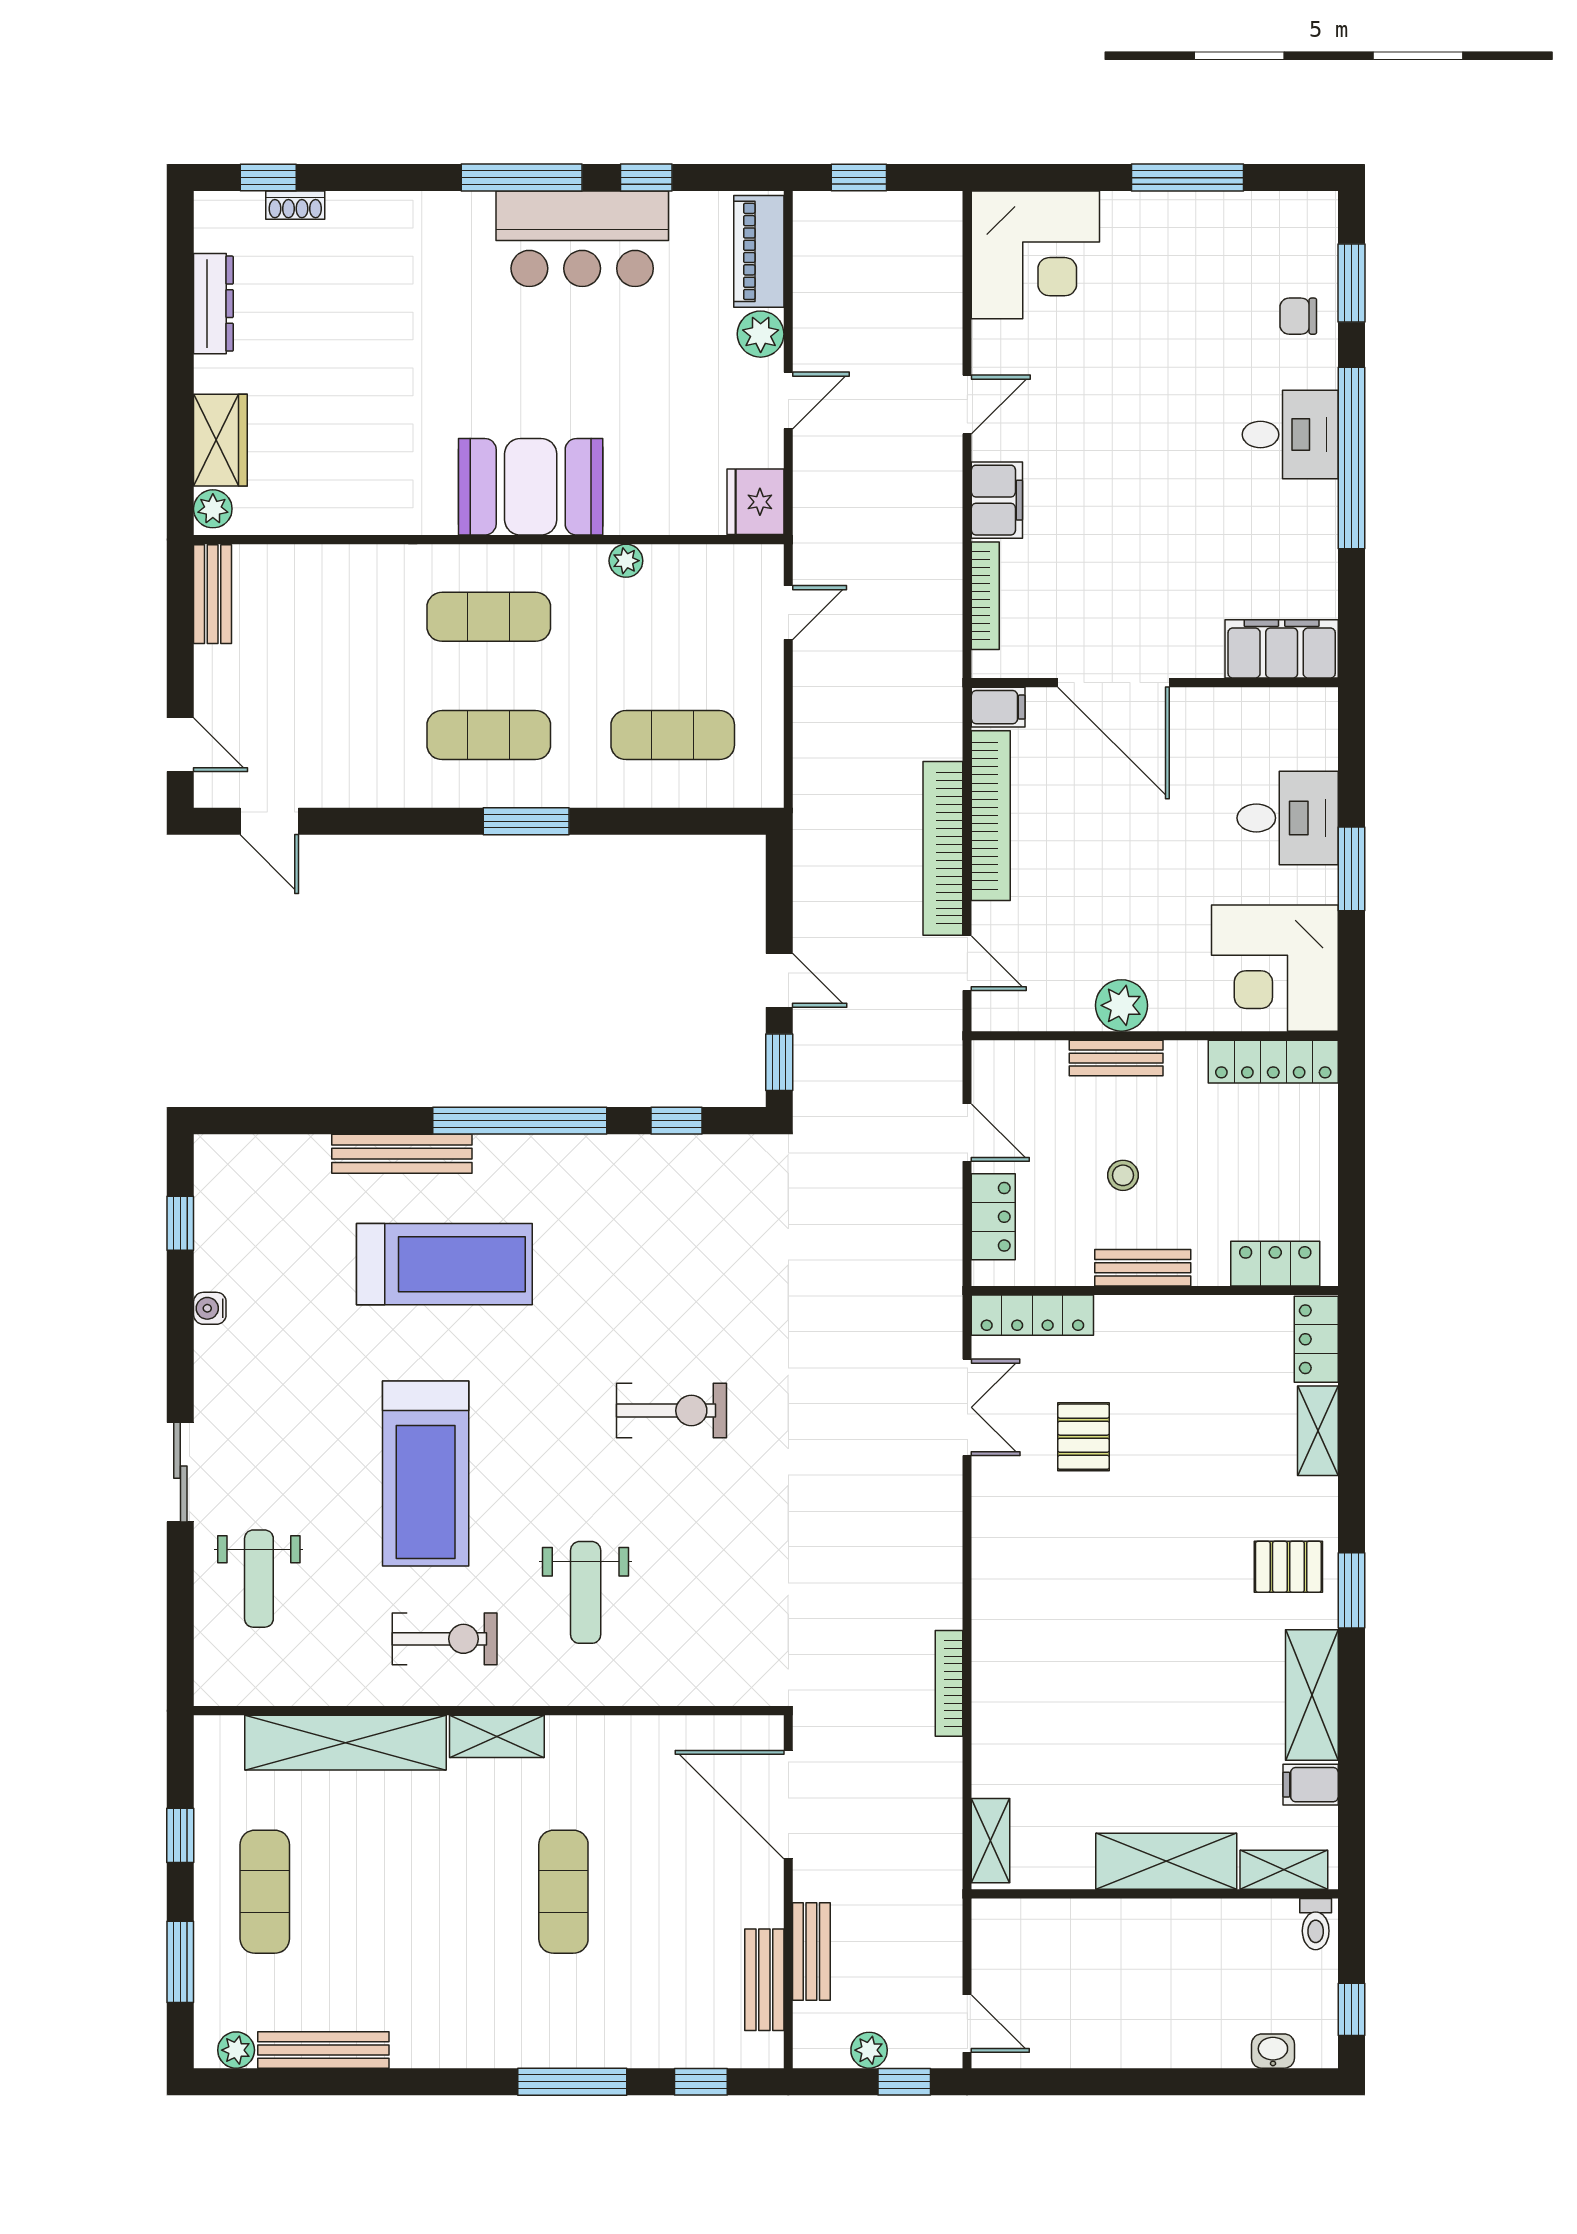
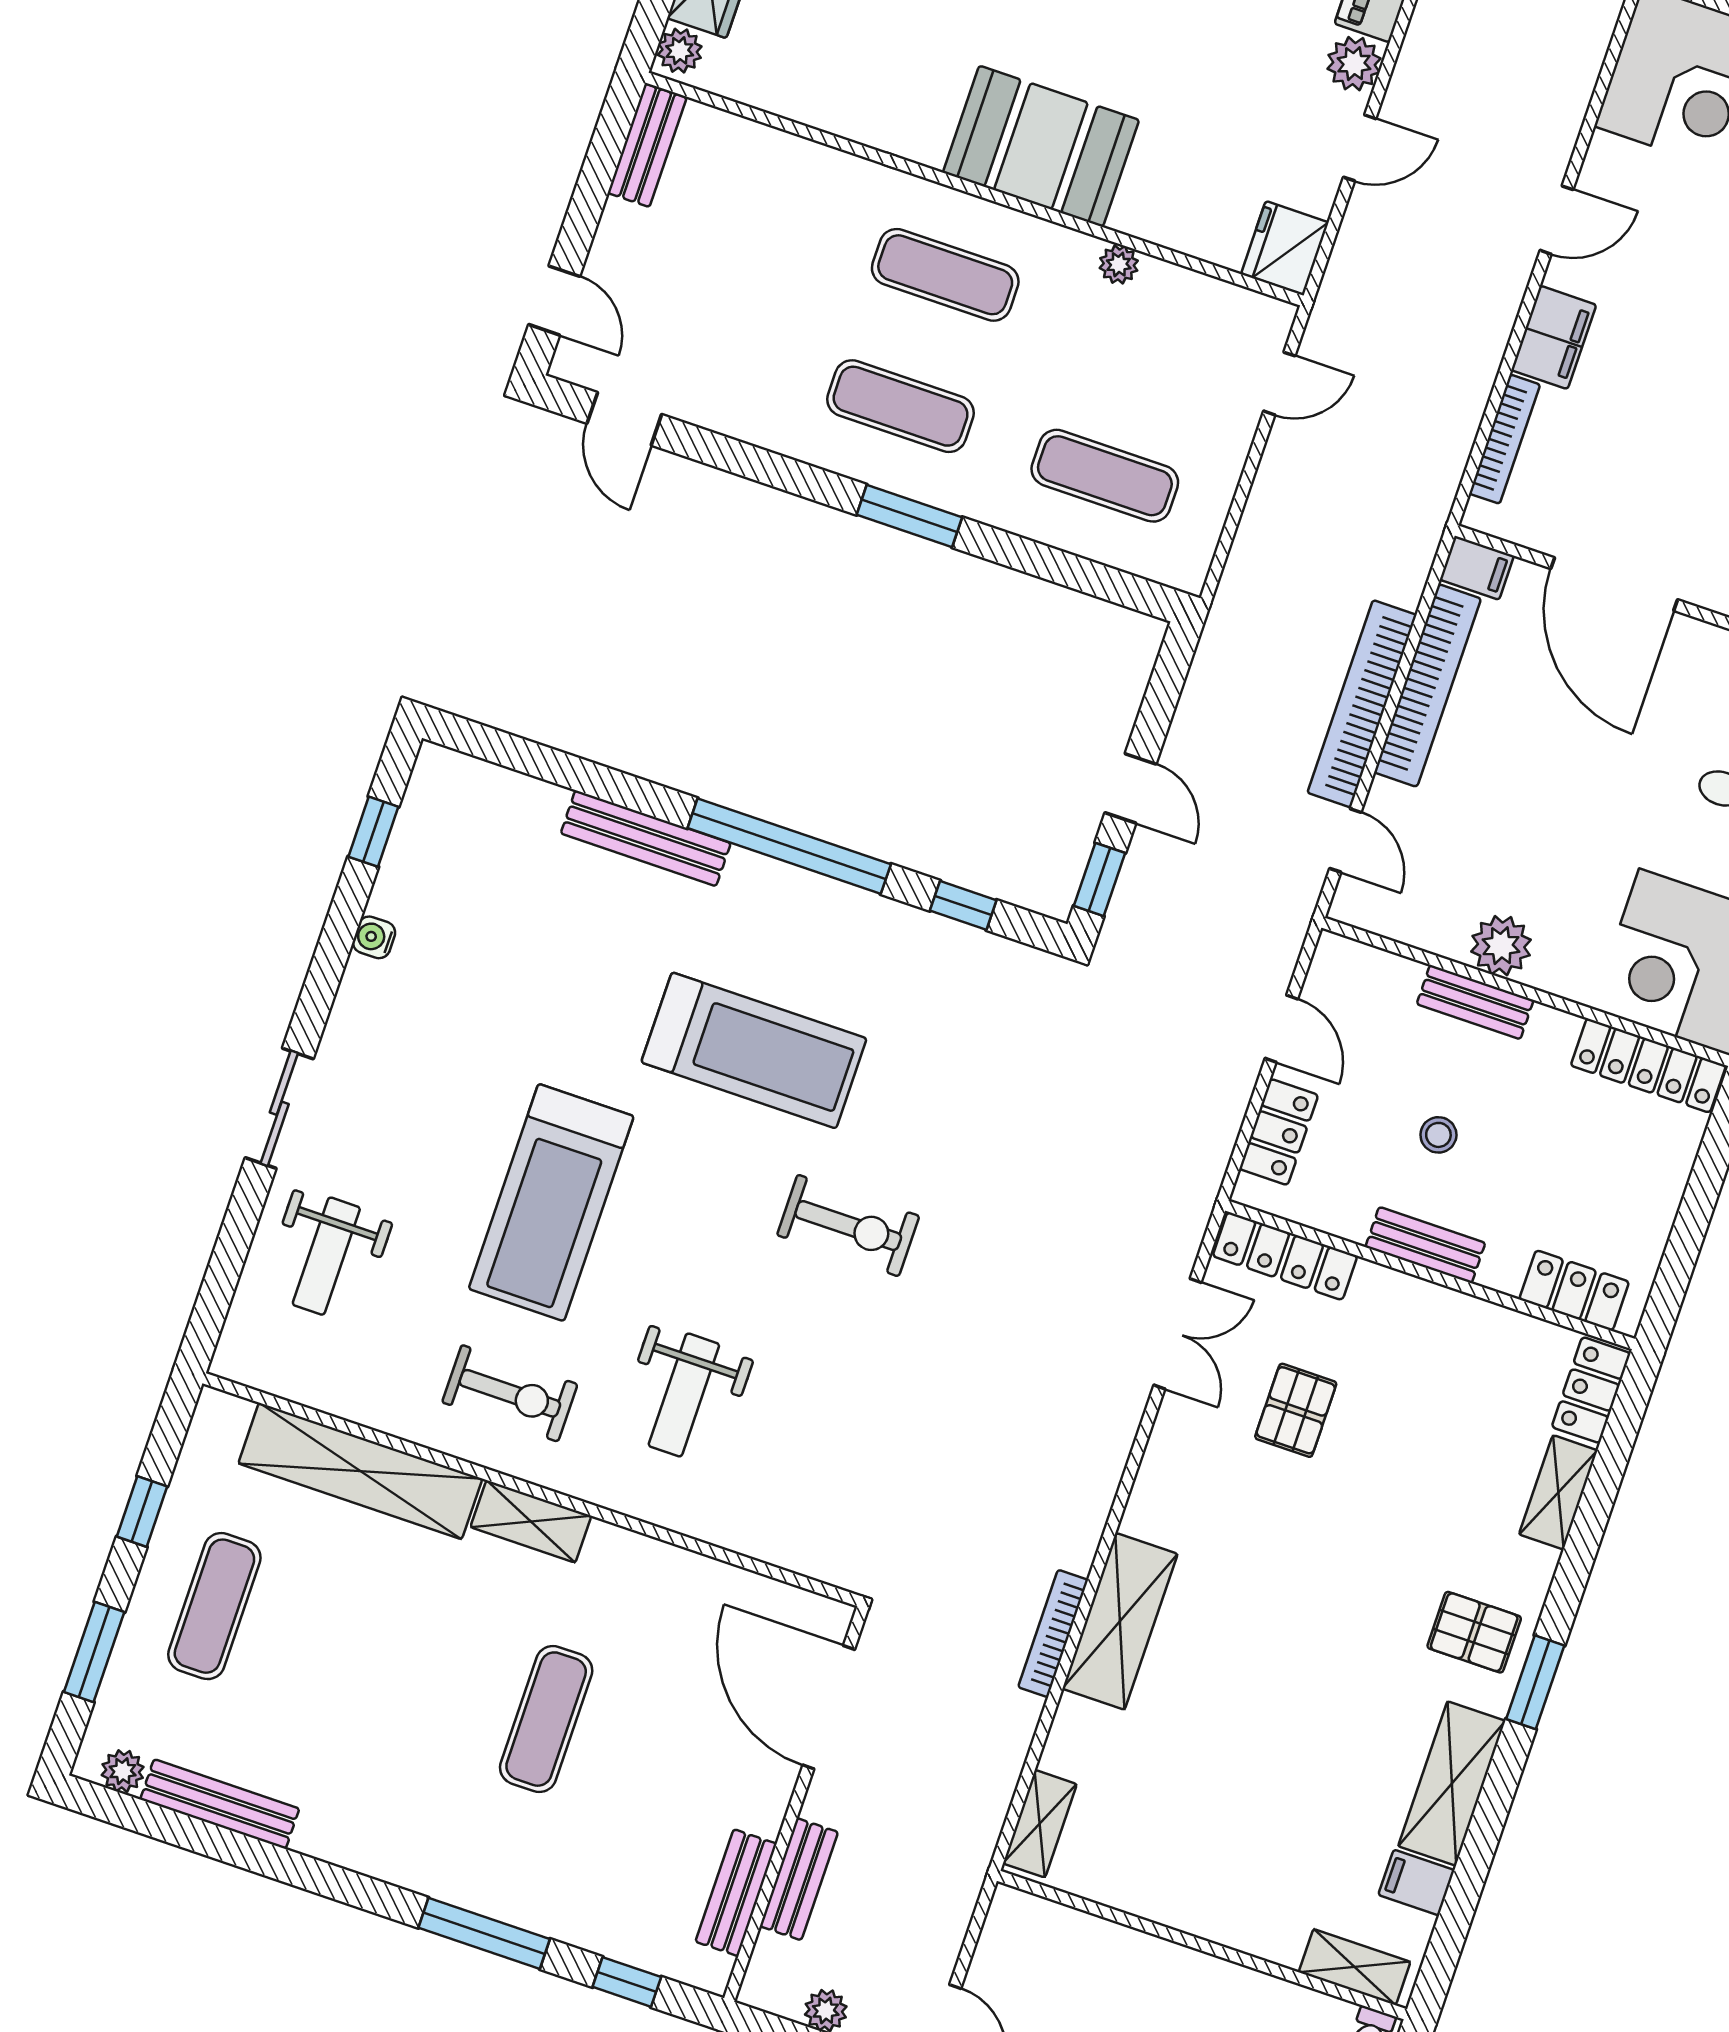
treadmill: (444, 1264) -> (754, 1050), moved
shelving: (1166, 1861) -> (1120, 1621), moved, turned 90

